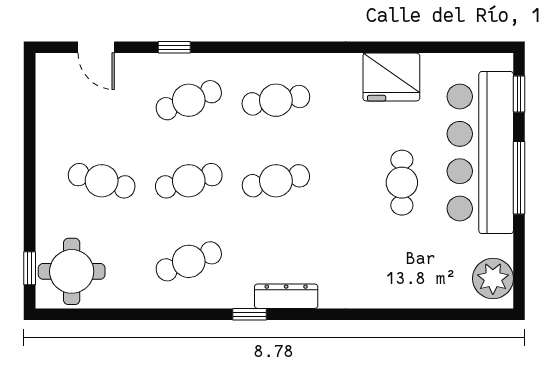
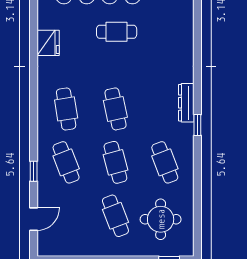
fridge: (391, 77) -> (48, 43), width x0.73, depth x0.75
cafe table: (102, 181) -> (115, 216), turned -36
round table: (72, 271) -> (161, 219), moved

